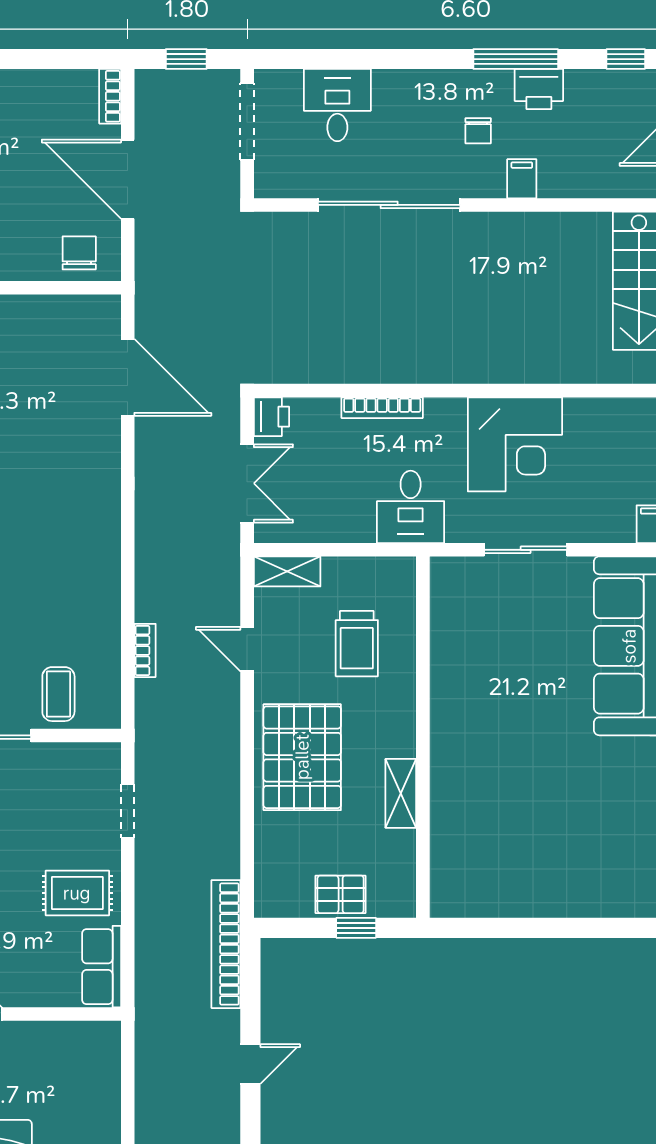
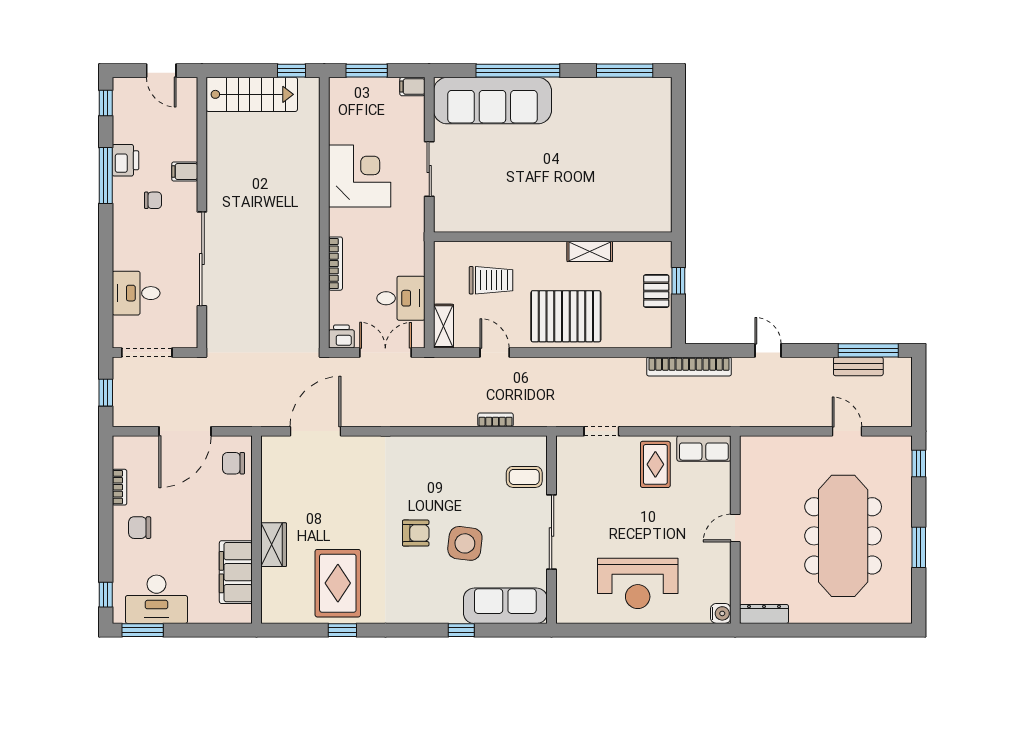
bookcase: (110, 96) -> (119, 487), moved, turned -90
desk: (411, 507) -> (401, 298), moved
door: (247, 649) -> (495, 353), swing flipped

